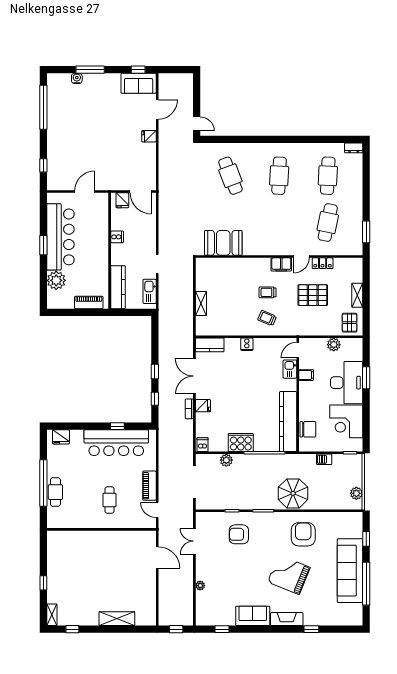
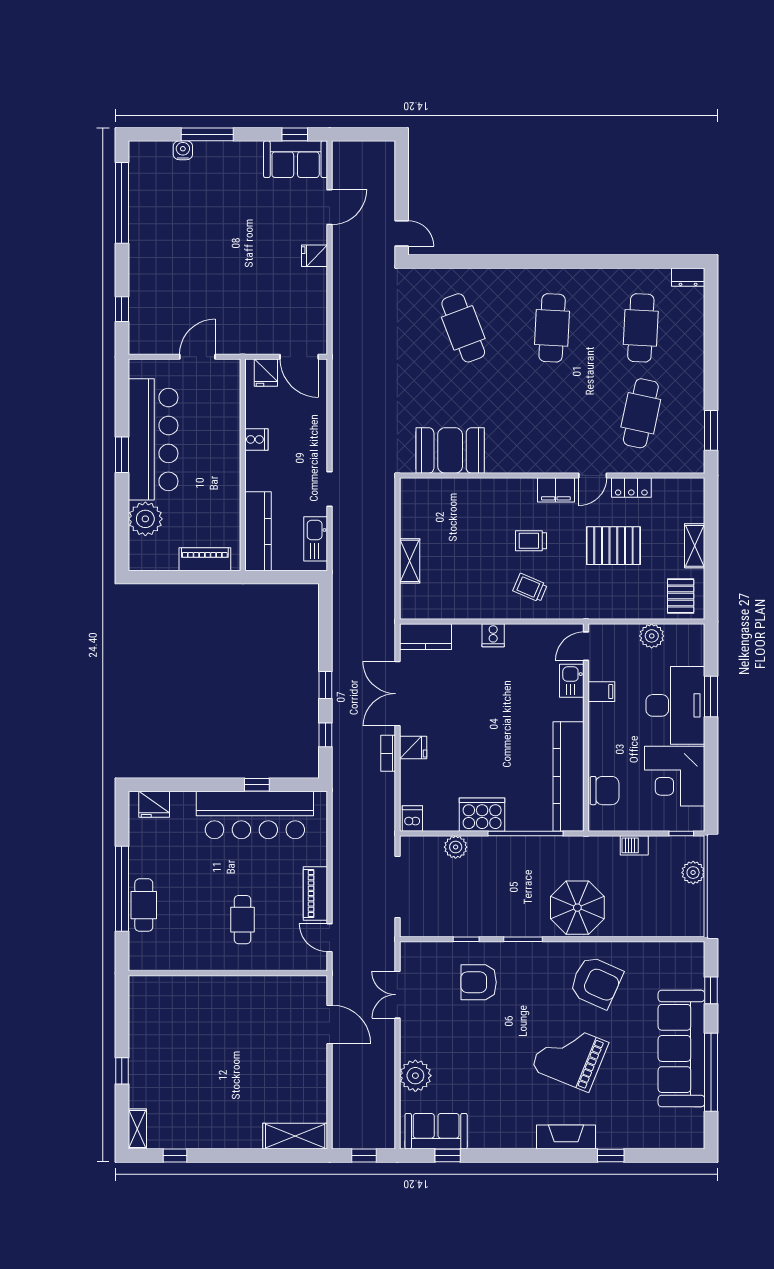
plant: (356, 493) -> (693, 873), moved
armchair: (303, 534) -> (596, 982), turned 114
plant: (200, 586) -> (415, 1076), width x1.88, depth x1.88
sofa: (253, 616) -> (436, 1131), moved
shelving: (117, 619) -> (295, 1136), moved

